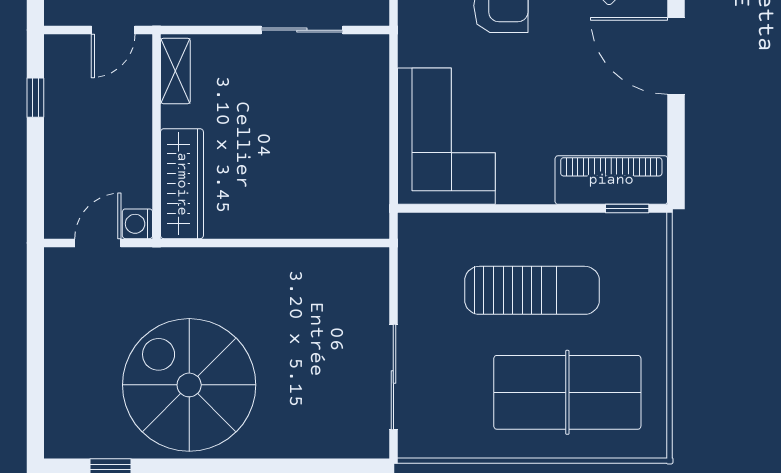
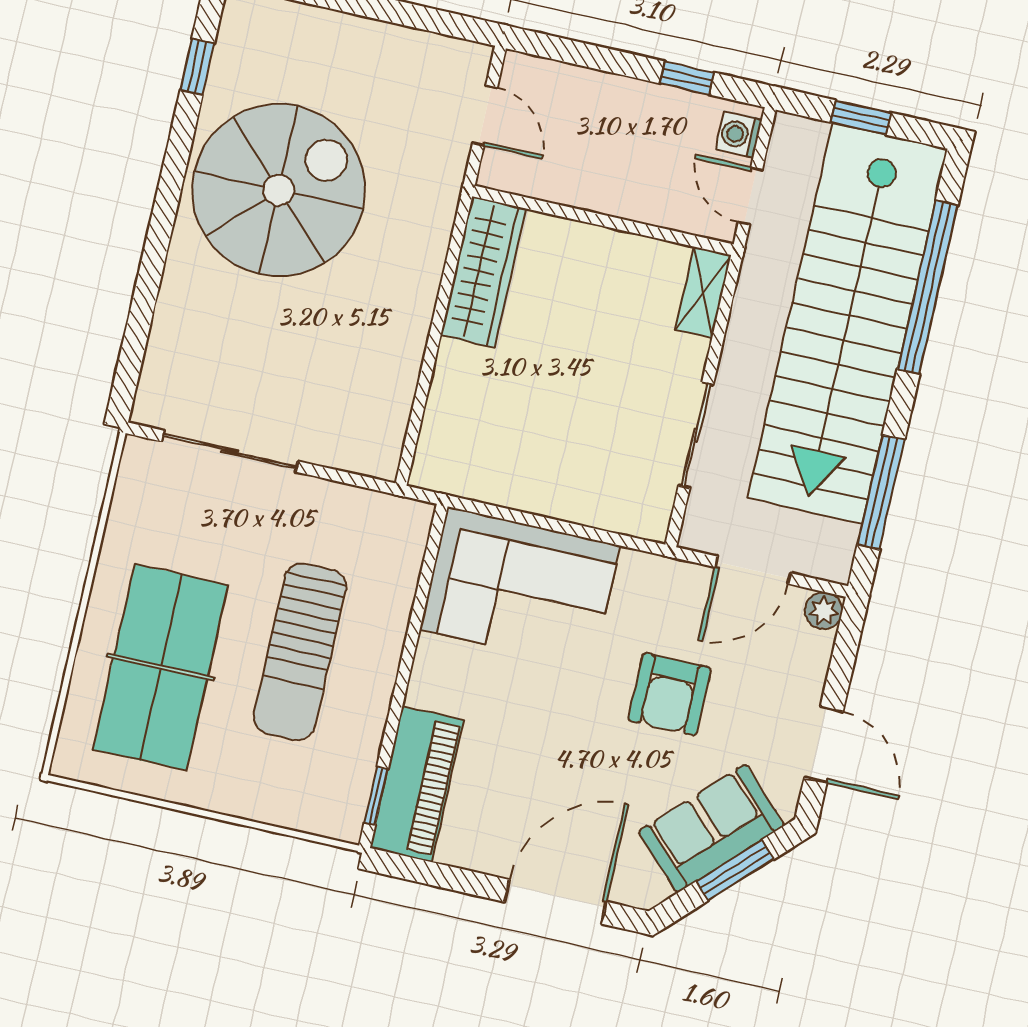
shelving: (175, 71) -> (703, 292), moved, turned 90
wardrobe: (182, 184) -> (483, 272), moved, turned -90
washing machine: (137, 224) -> (739, 135), moved, turned -90

